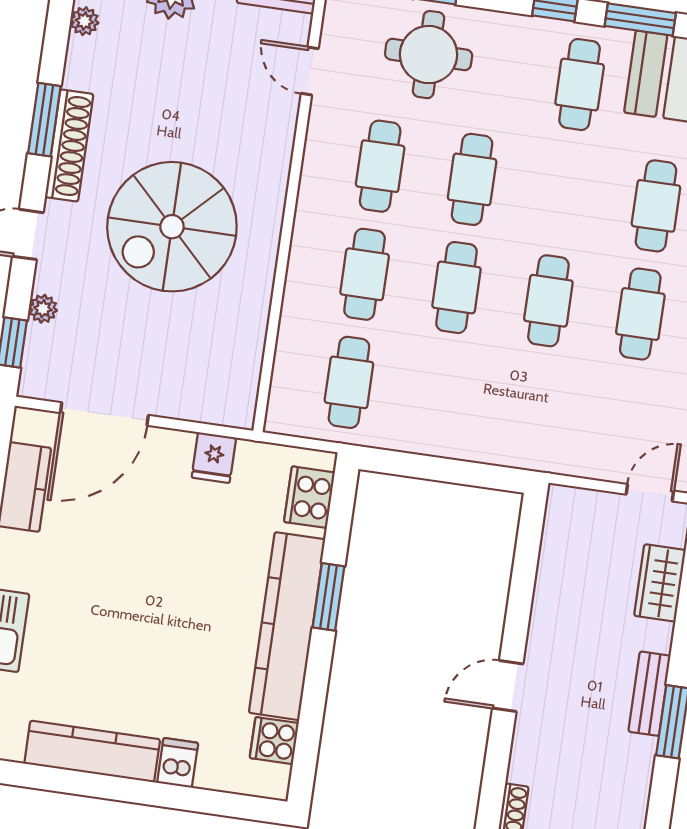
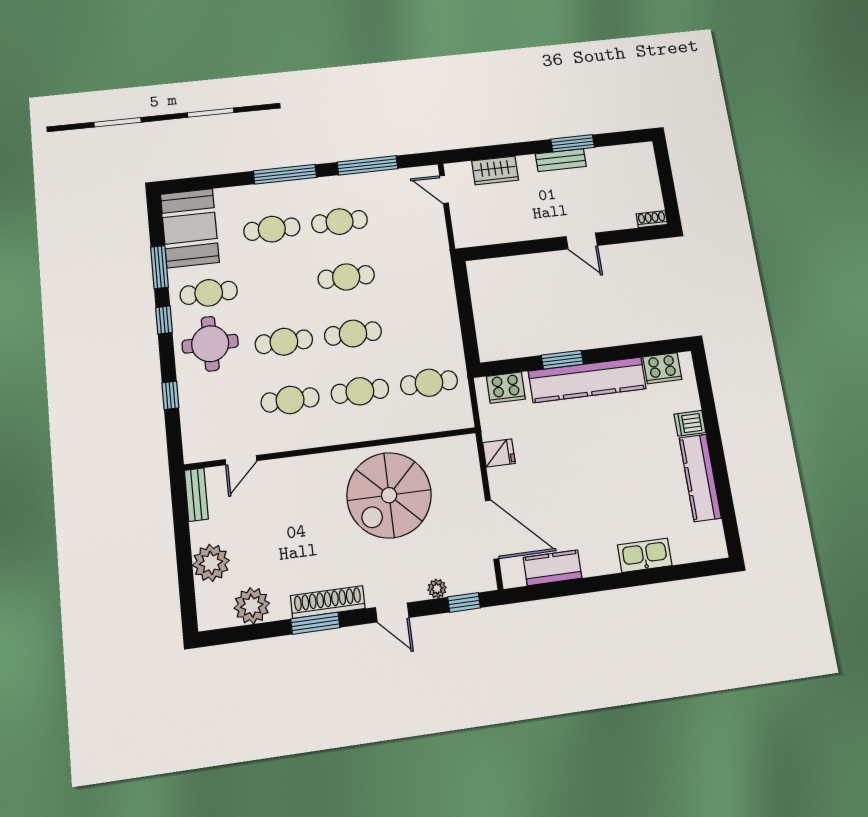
plant: (84, 21) -> (252, 606), width x1.88, depth x1.88
round table: (429, 55) -> (210, 344), moved
spiral stairs: (172, 227) -> (389, 495), moved, turned 90
cooker: (274, 741) -> (662, 368), width x1.36

